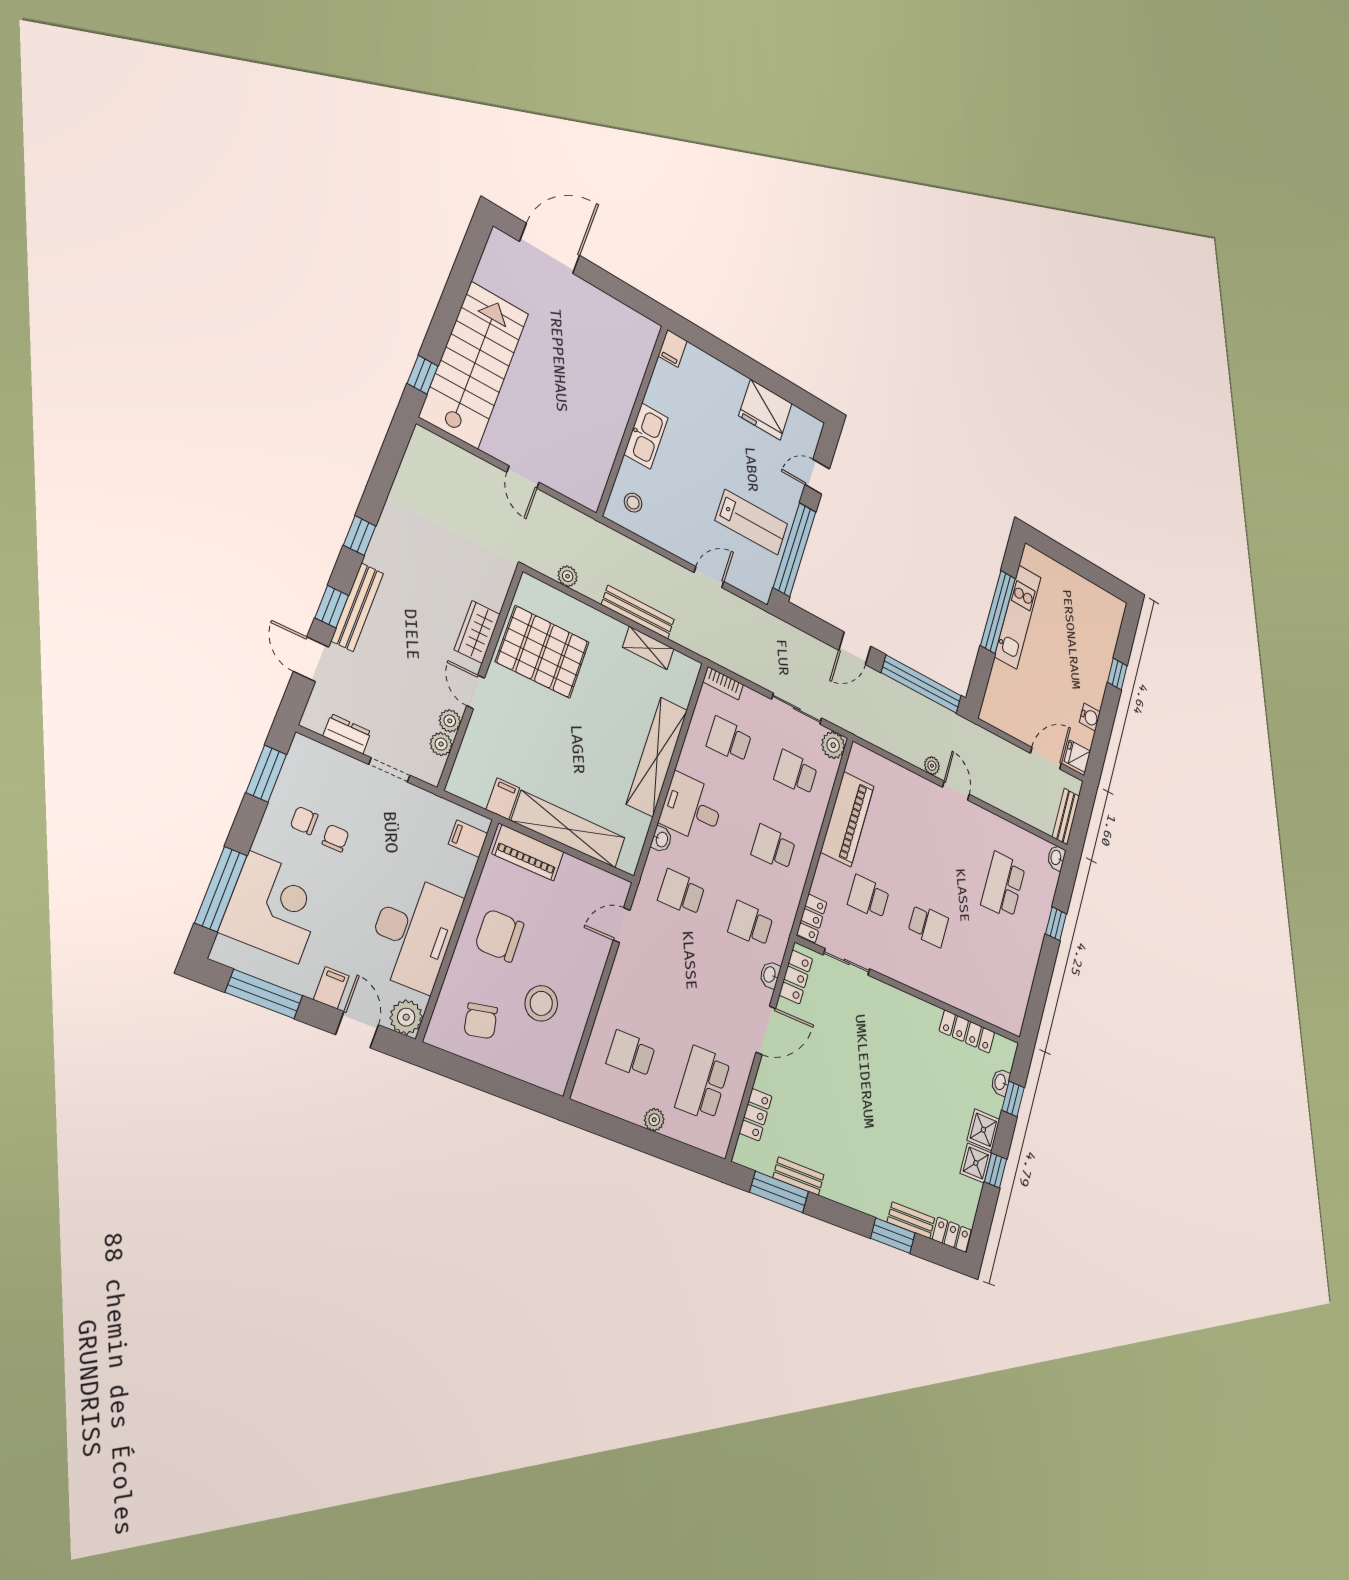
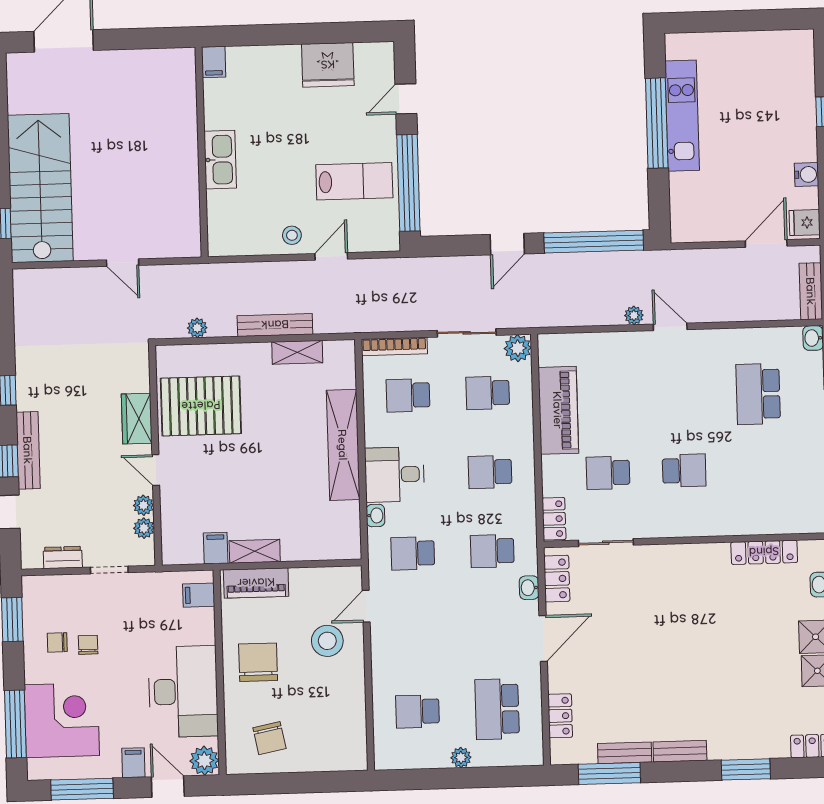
stool: (633, 503) -> (292, 235), moved
bookcase: (723, 683) -> (394, 346), width x1.56
shelving: (569, 829) -> (255, 551), width x0.45, depth x0.75
chair: (499, 935) -> (258, 662), turned 90
stool: (541, 1003) -> (327, 641), moved
bench: (911, 1220) -> (680, 751), moved

